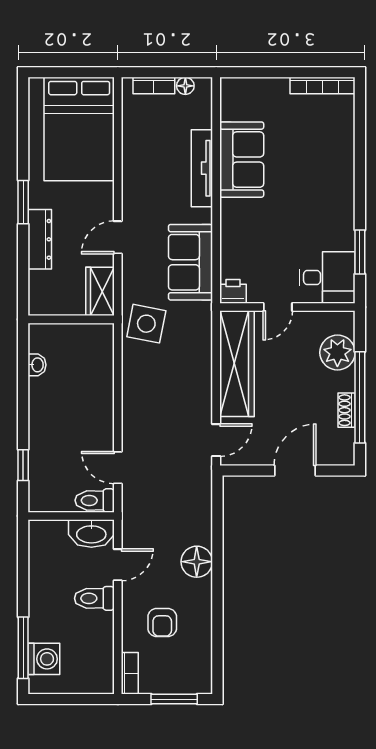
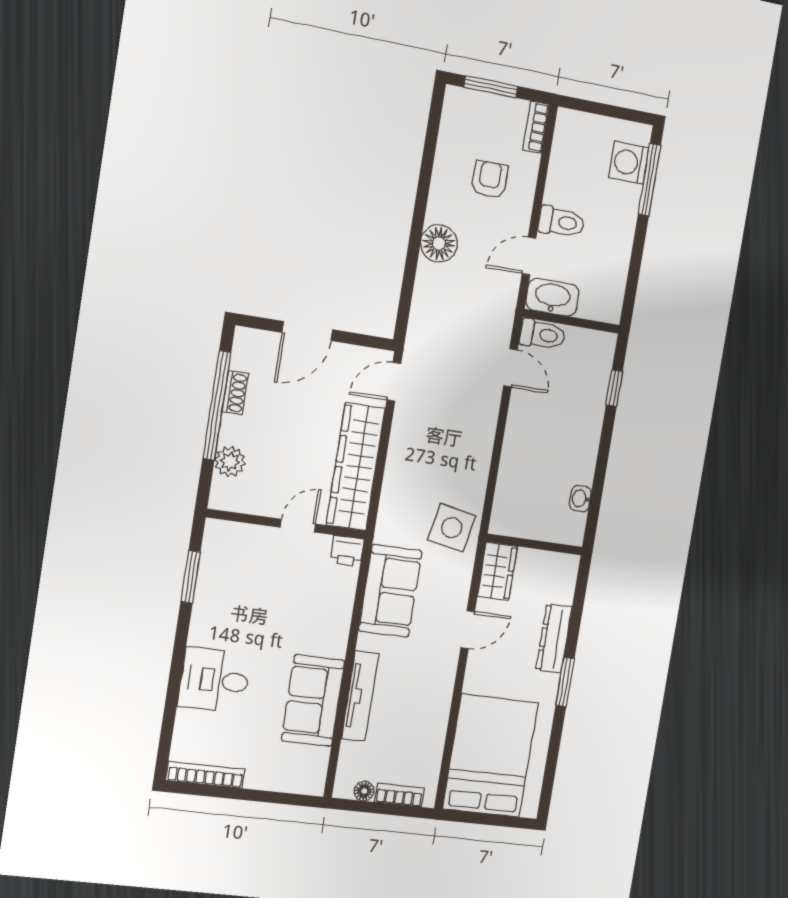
desk: (327, 277) -> (214, 680), moved
plant: (337, 353) -> (230, 462), width x0.73, depth x0.73

